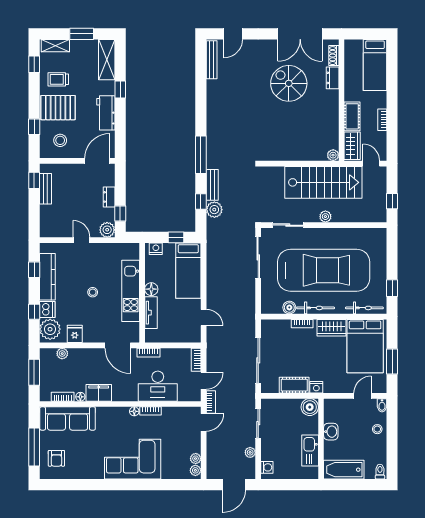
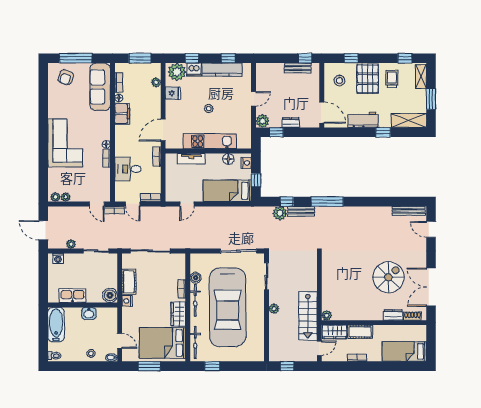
stairs: (323, 182) -> (308, 316), width x0.73, depth x0.66
floor lamp: (151, 289) -> (228, 159), moved
desk: (158, 386) -> (128, 169), width x0.73
armchair: (56, 458) -> (66, 77), turned -71

